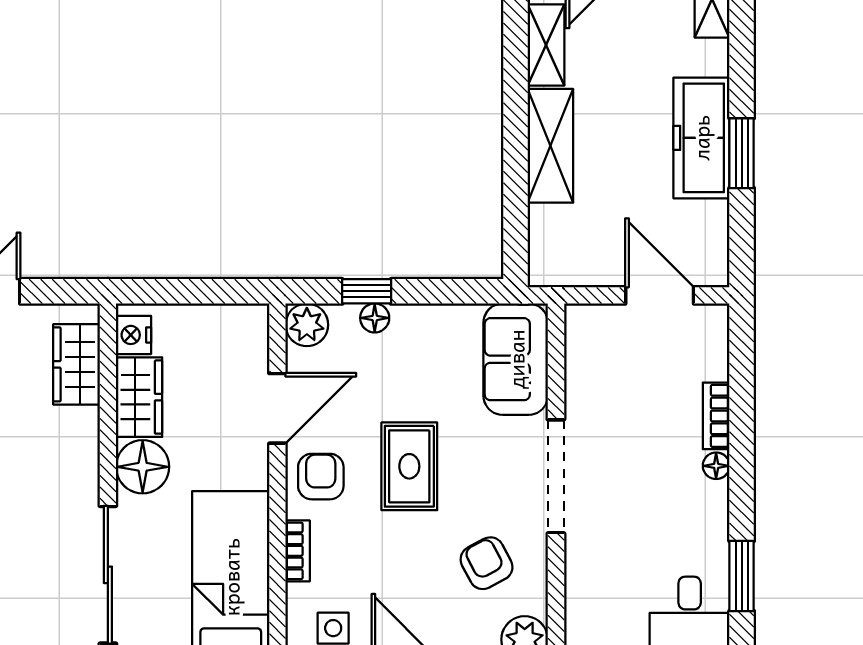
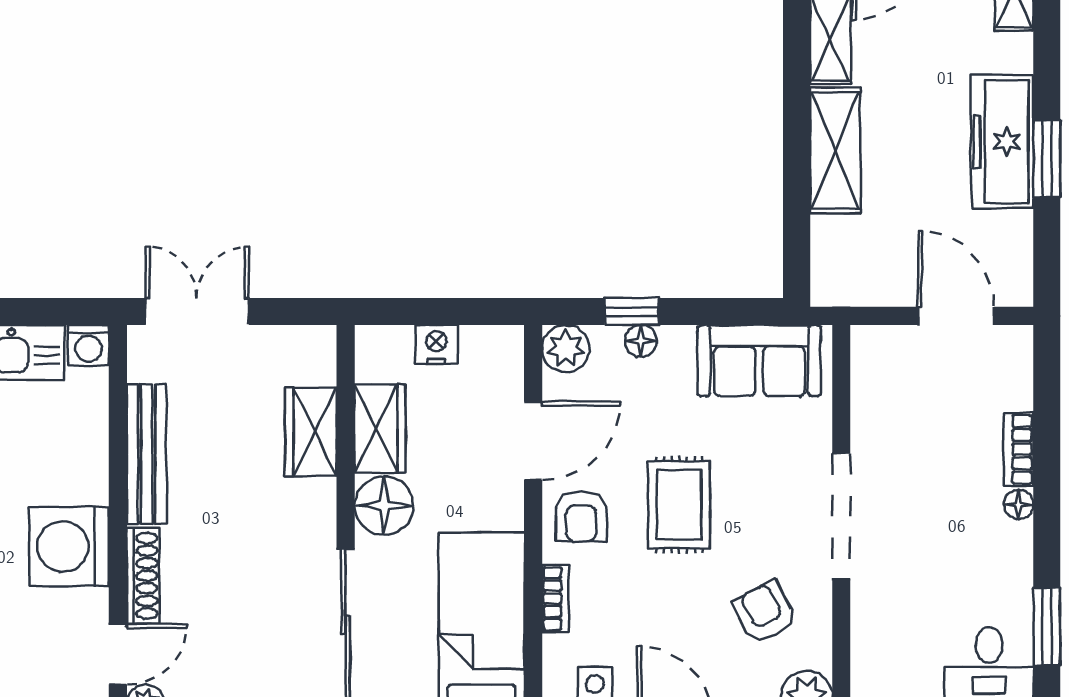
nightstand: (134, 335) -> (436, 344), moved, turned 90
sofa: (516, 359) -> (759, 361), moved, turned -90
wardrobe: (77, 364) -> (311, 432), moved
armchair: (321, 477) -> (581, 516), turned 180

